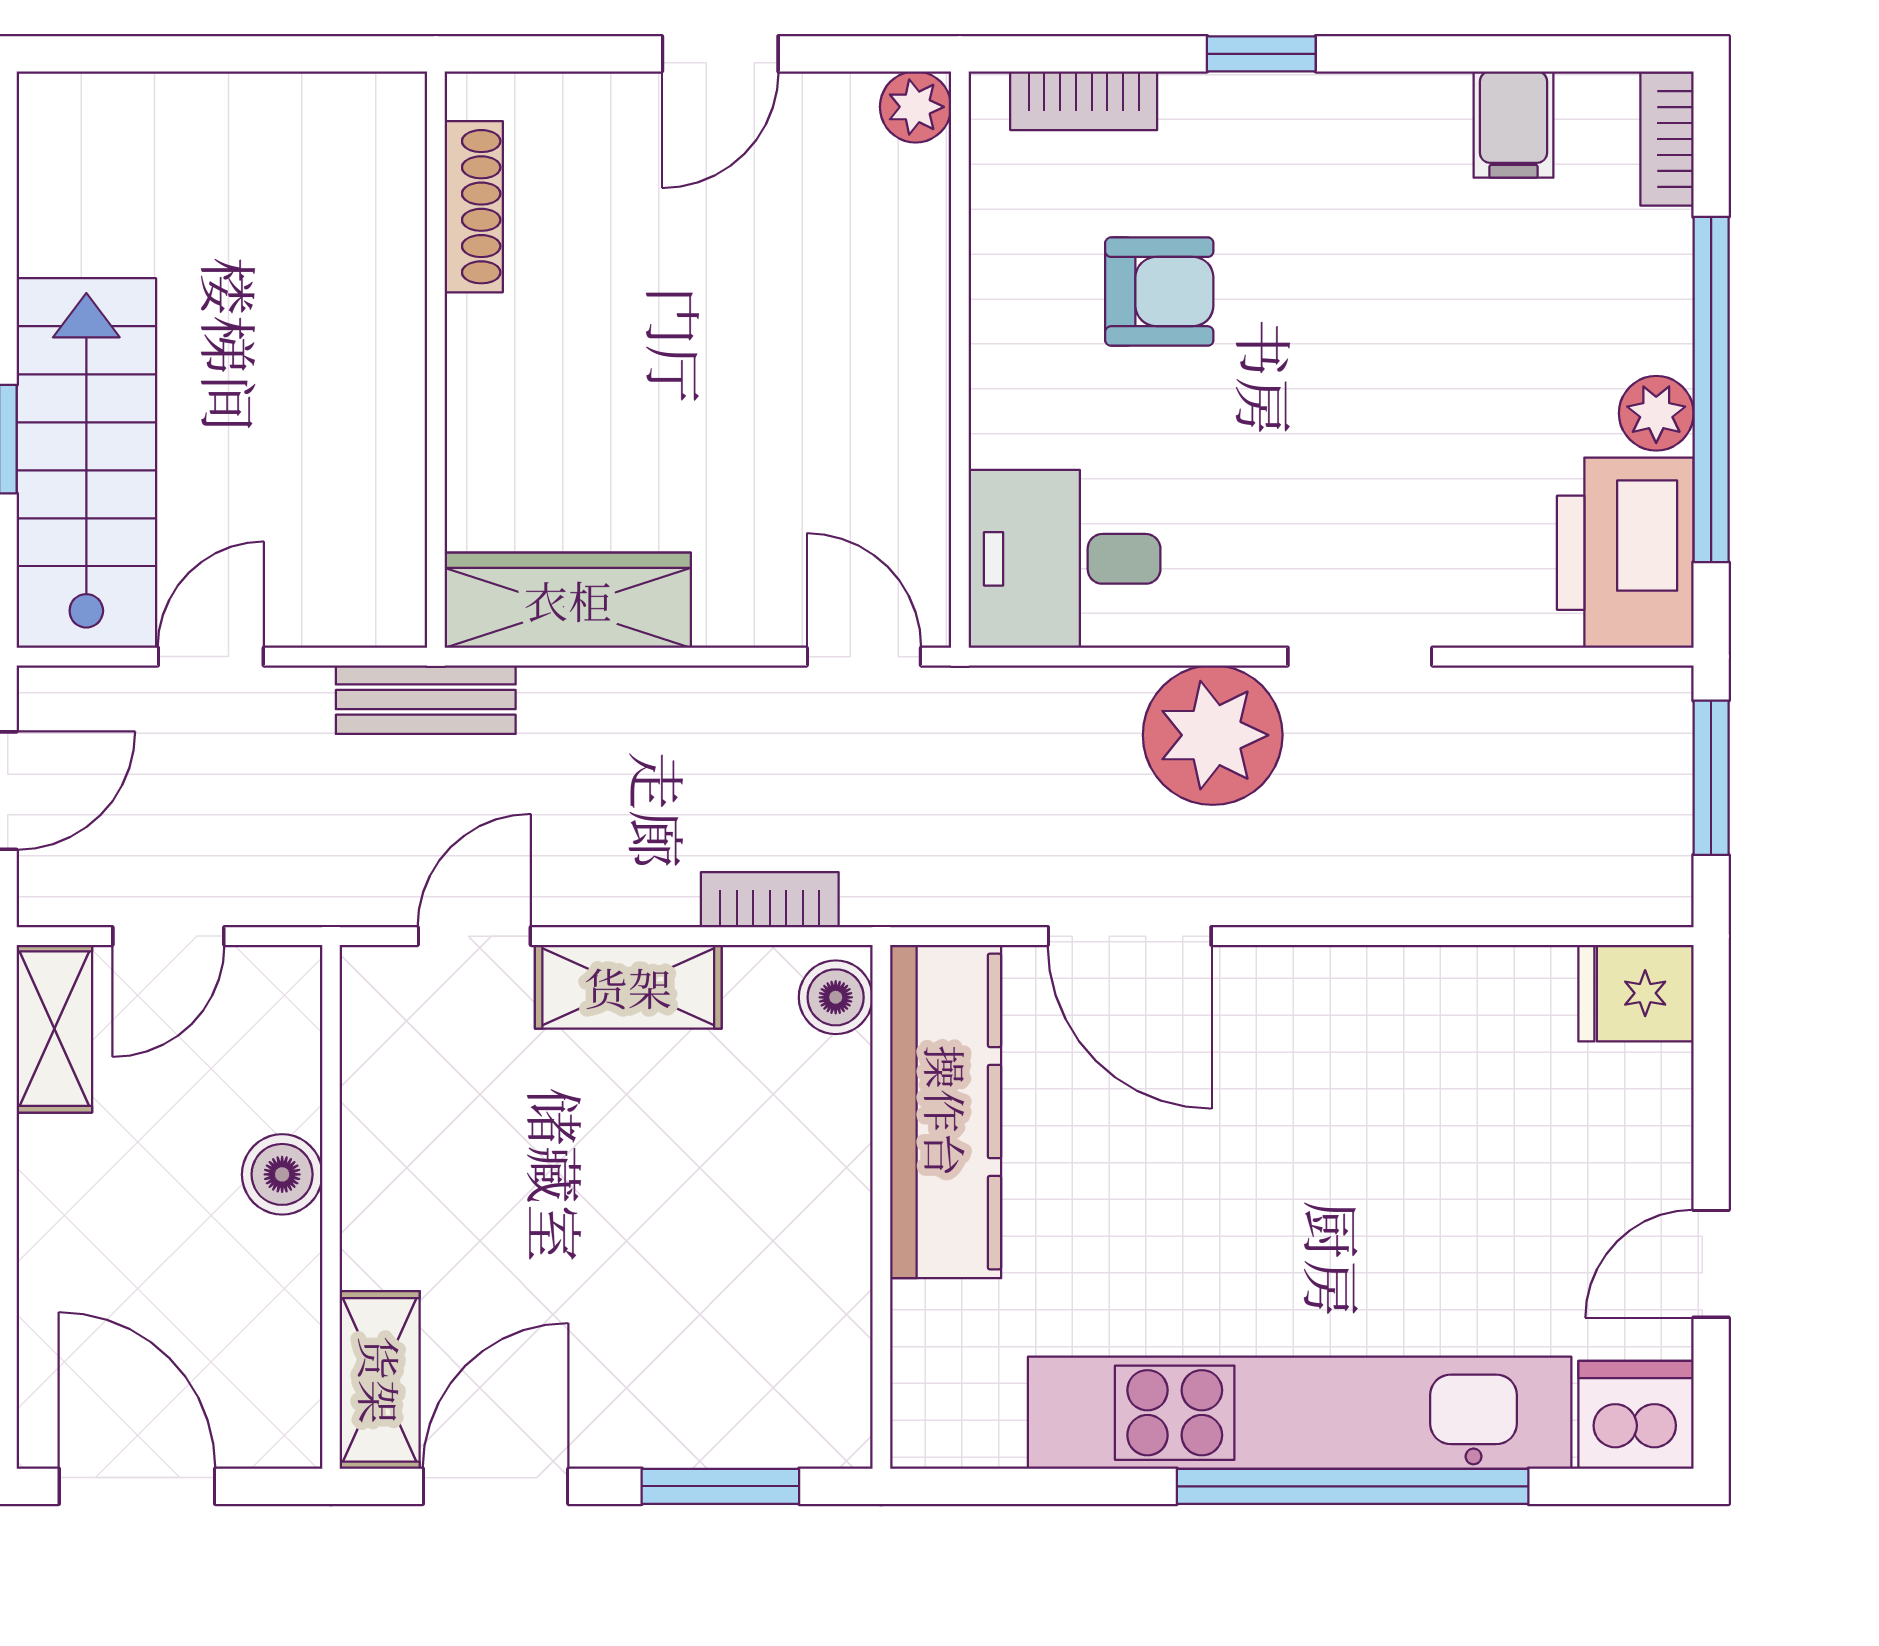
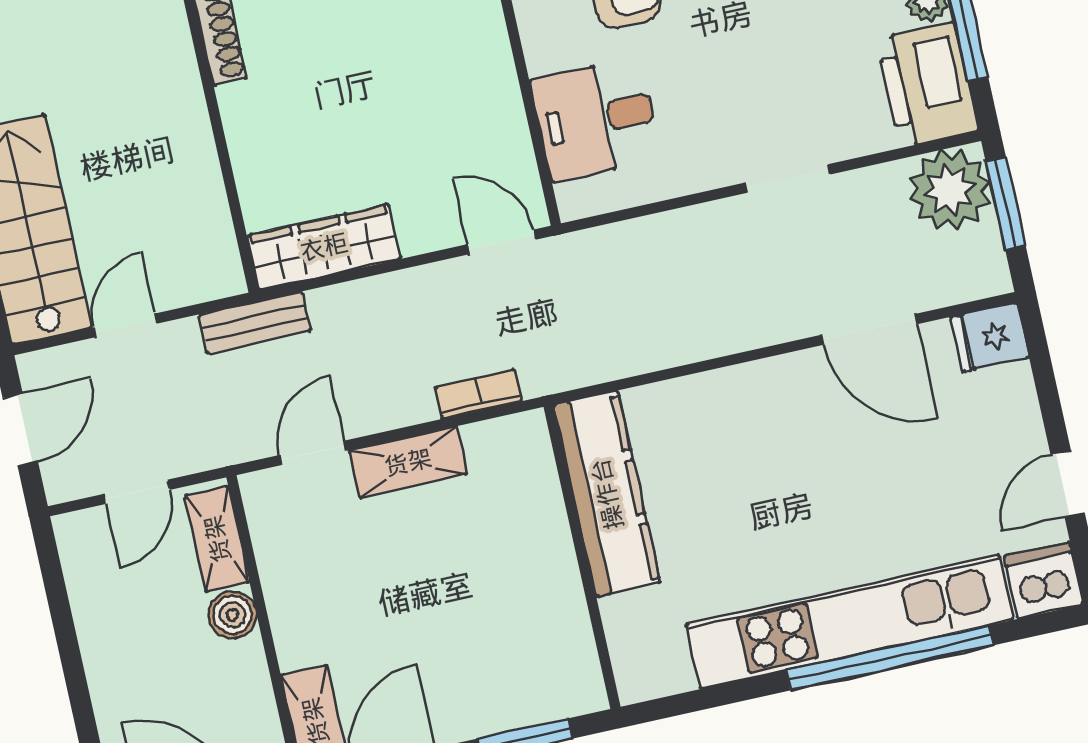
desk: (1065, 559) -> (596, 119), moved
plant: (1213, 735) -> (950, 190), moved
door: (1130, 936) -> (869, 329), moved
boiler: (836, 997) -> (529, 442), removed
shelving: (54, 1029) -> (217, 539), moved

